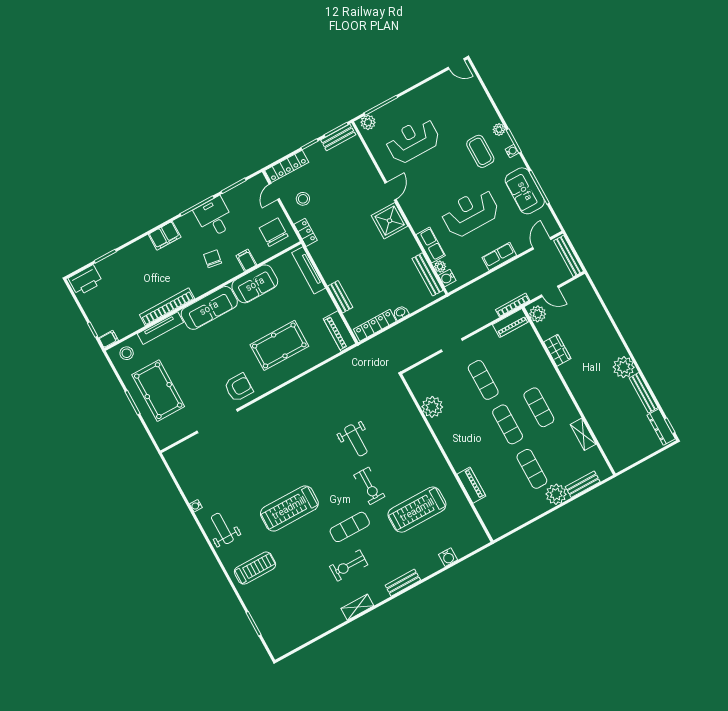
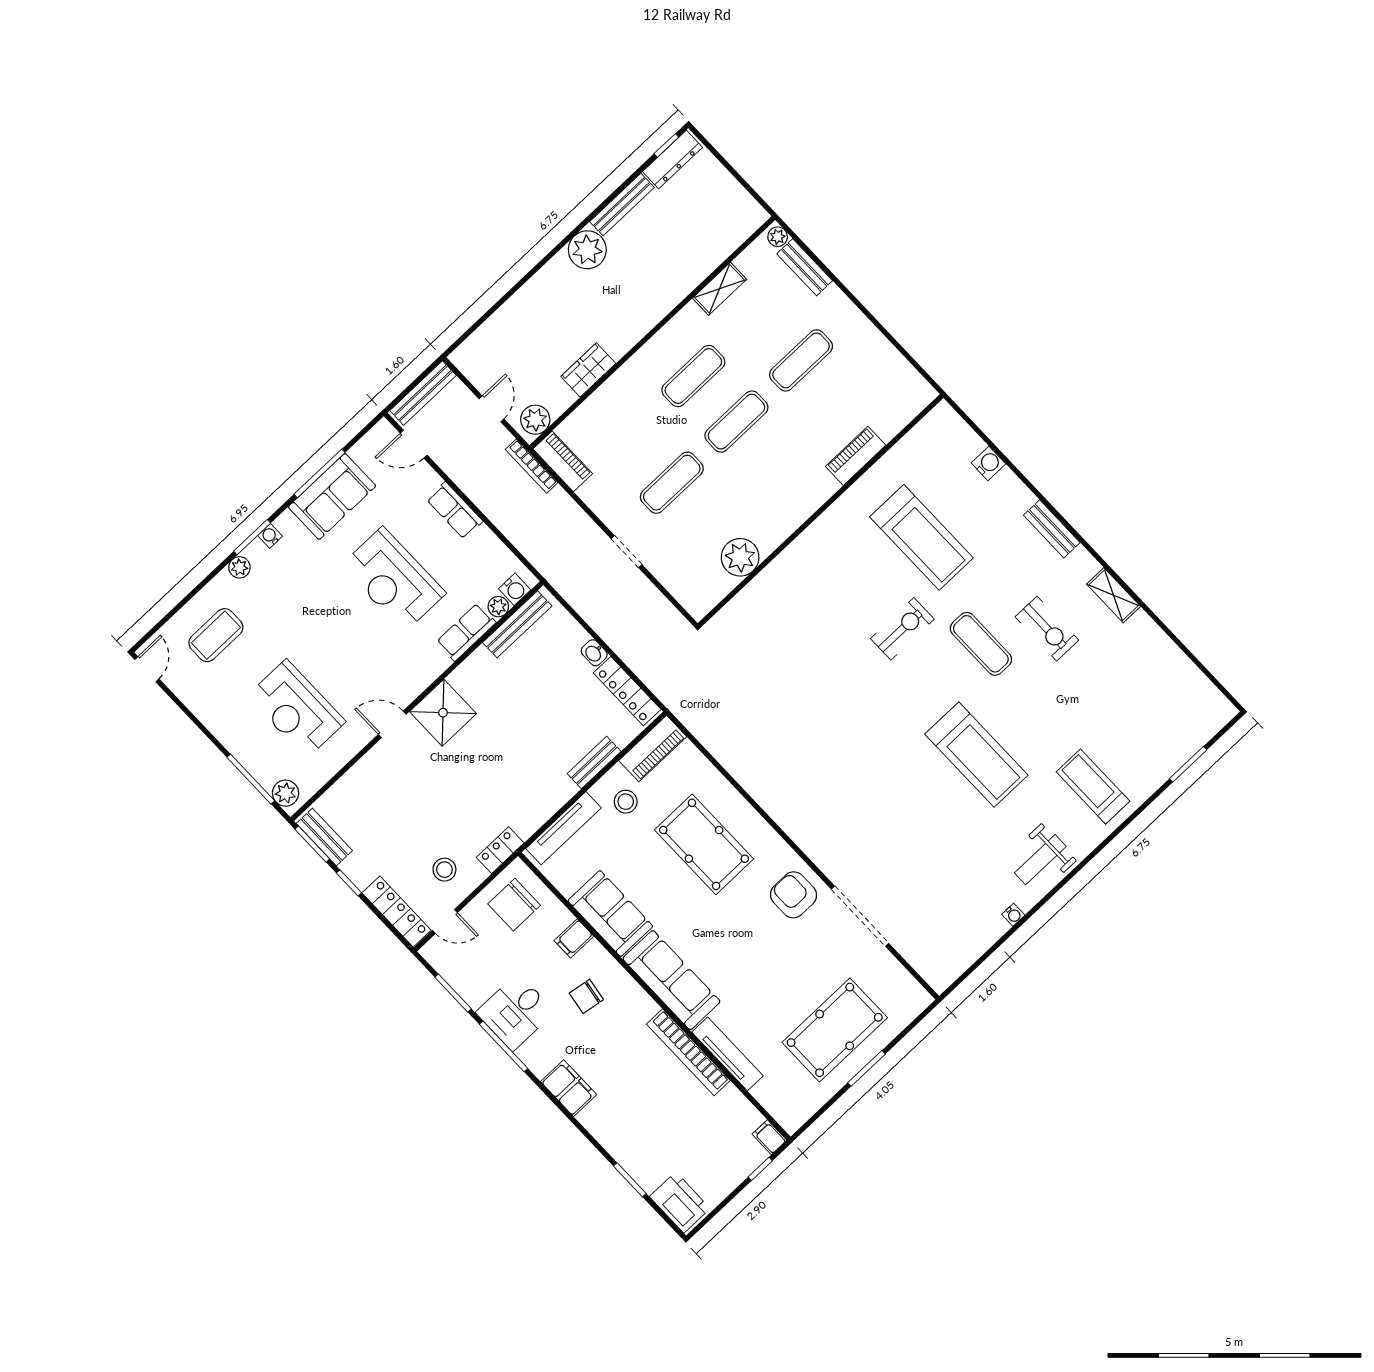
coffee table: (480, 151) -> (216, 635), moved
stool: (127, 353) -> (626, 802), moved
weight bench: (356, 440) -> (831, 672), removed
plant: (556, 494) -> (778, 237), moved, width x0.53, depth x0.53

